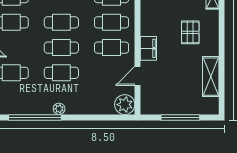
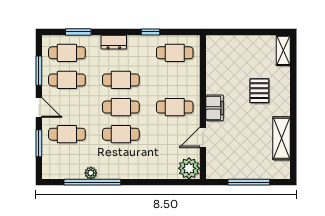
cafe table: (111, 22) -> (175, 80), removed
plant: (59, 109) -> (91, 173), moved

